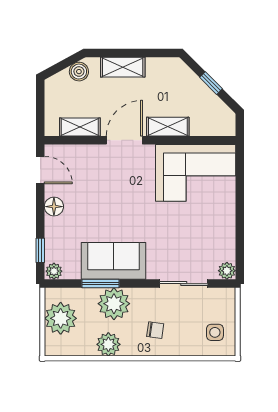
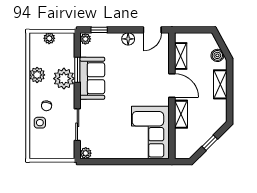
plant: (61, 318) -> (49, 38), width x0.53, depth x0.53
side table: (215, 332) -> (40, 123), moved

